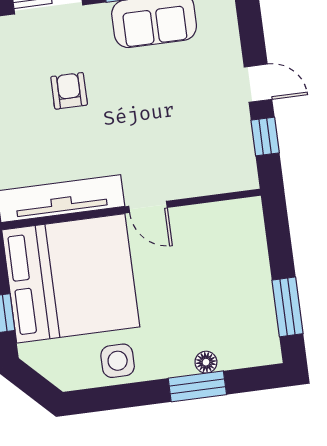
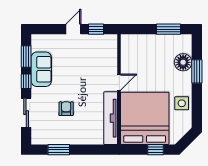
armchair: (69, 91) -> (66, 109), turned 90
floor lamp: (206, 362) -> (183, 62), width x1.89, depth x1.89

